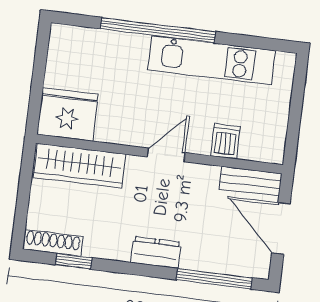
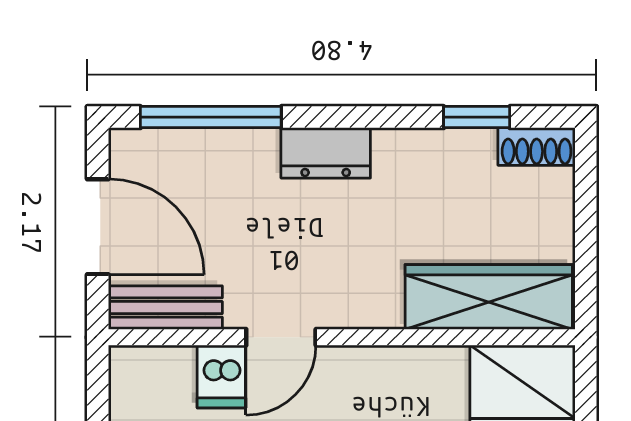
door: (166, 155) -> (281, 337), moved
shoe rack: (53, 243) -> (537, 146), width x0.70

